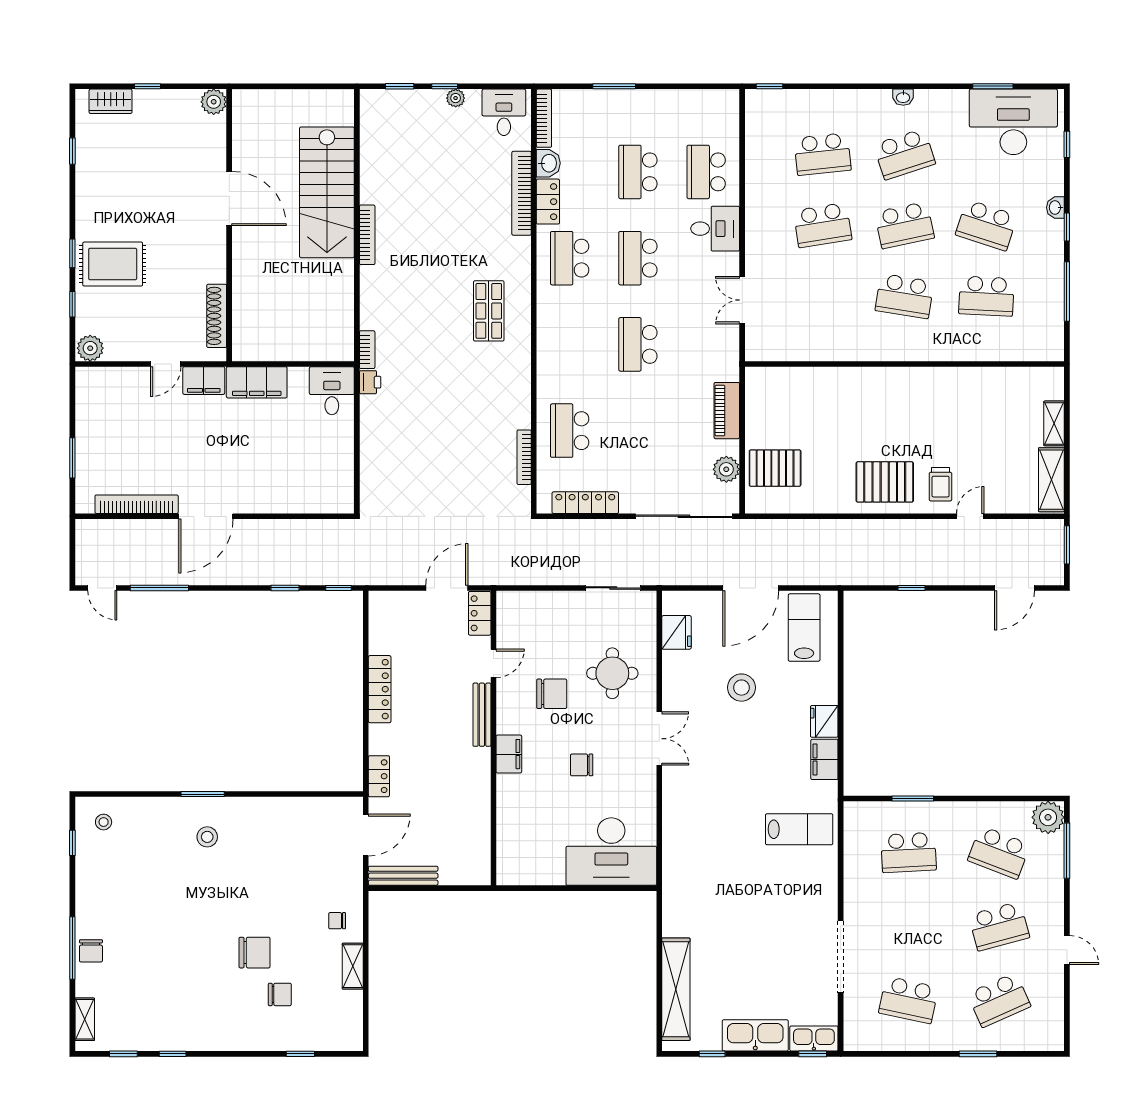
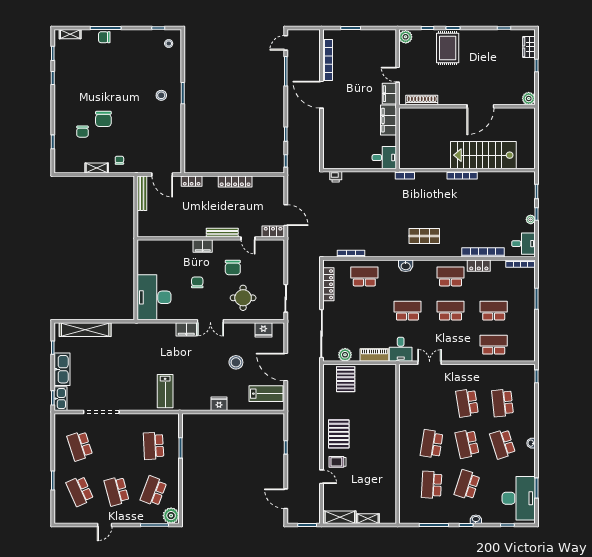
washbasin: (548, 163) -> (406, 266), moved
desk: (715, 229) -> (401, 349), moved
printer: (370, 382) -> (336, 177), moved
filing cabinet: (824, 759) -> (186, 329), moved, turned 180
school desk: (909, 1000) -> (80, 446), turned -30

